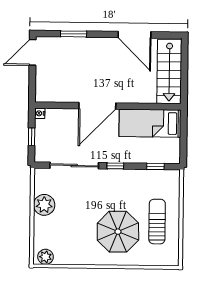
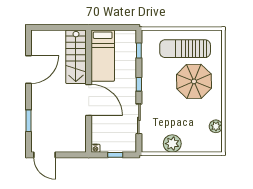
stairs: (169, 72) -> (76, 57), moved, turned 90
sliding door: (74, 165) -> (139, 119), width x0.73
sun lounger: (157, 222) -> (185, 49), width x1.36, depth x1.34
plant: (46, 257) -> (216, 126), moved

